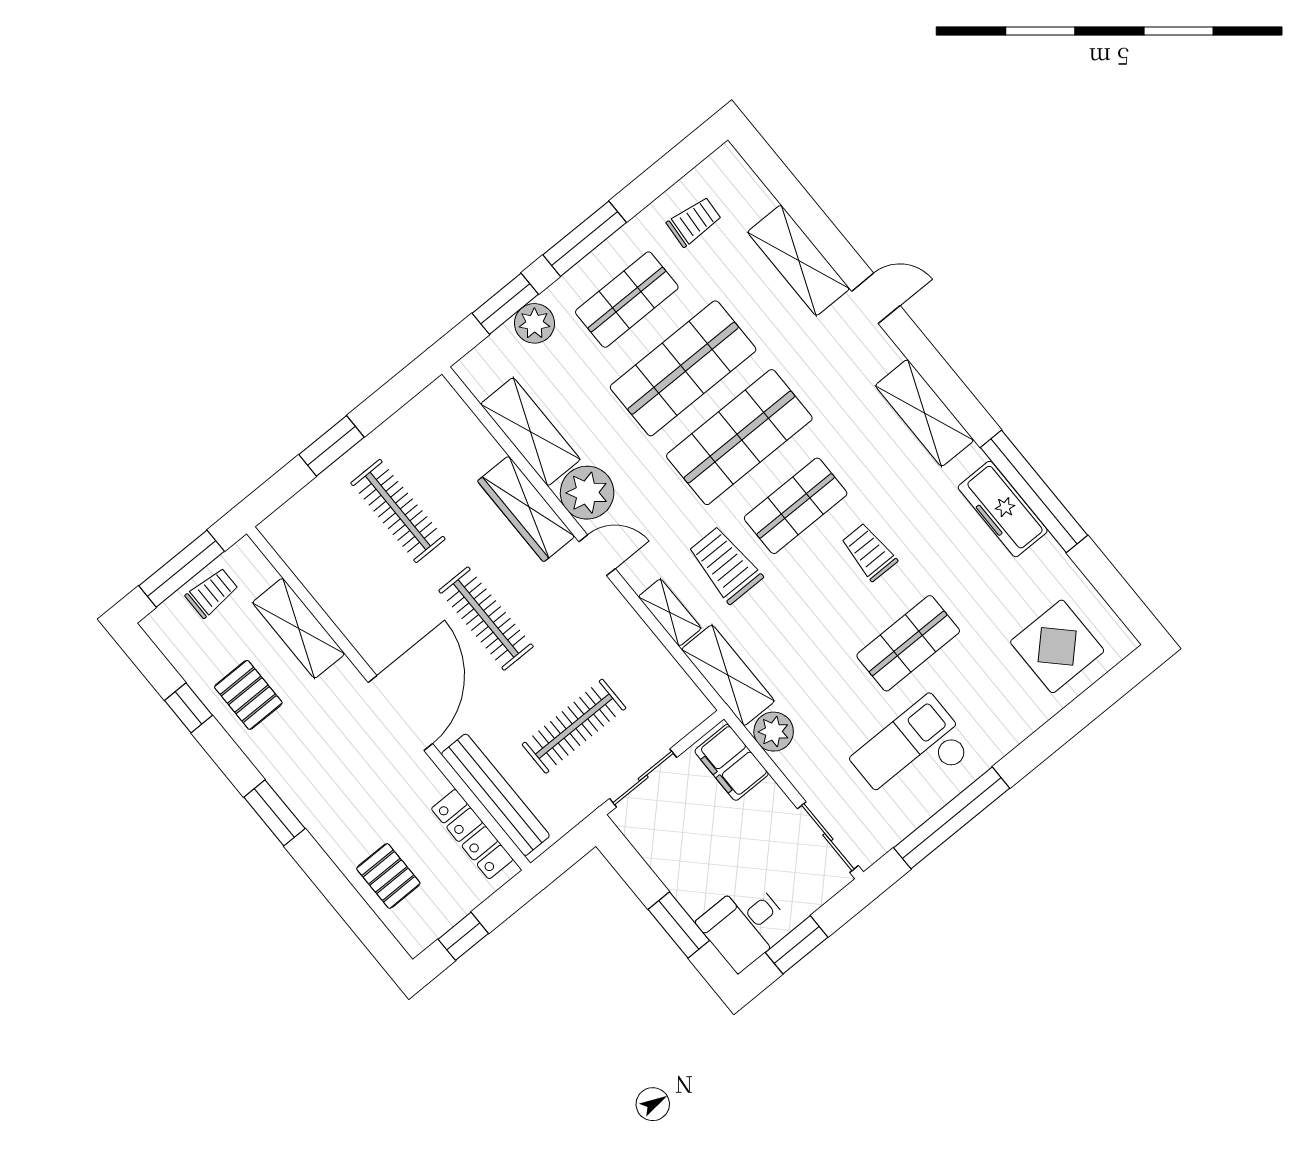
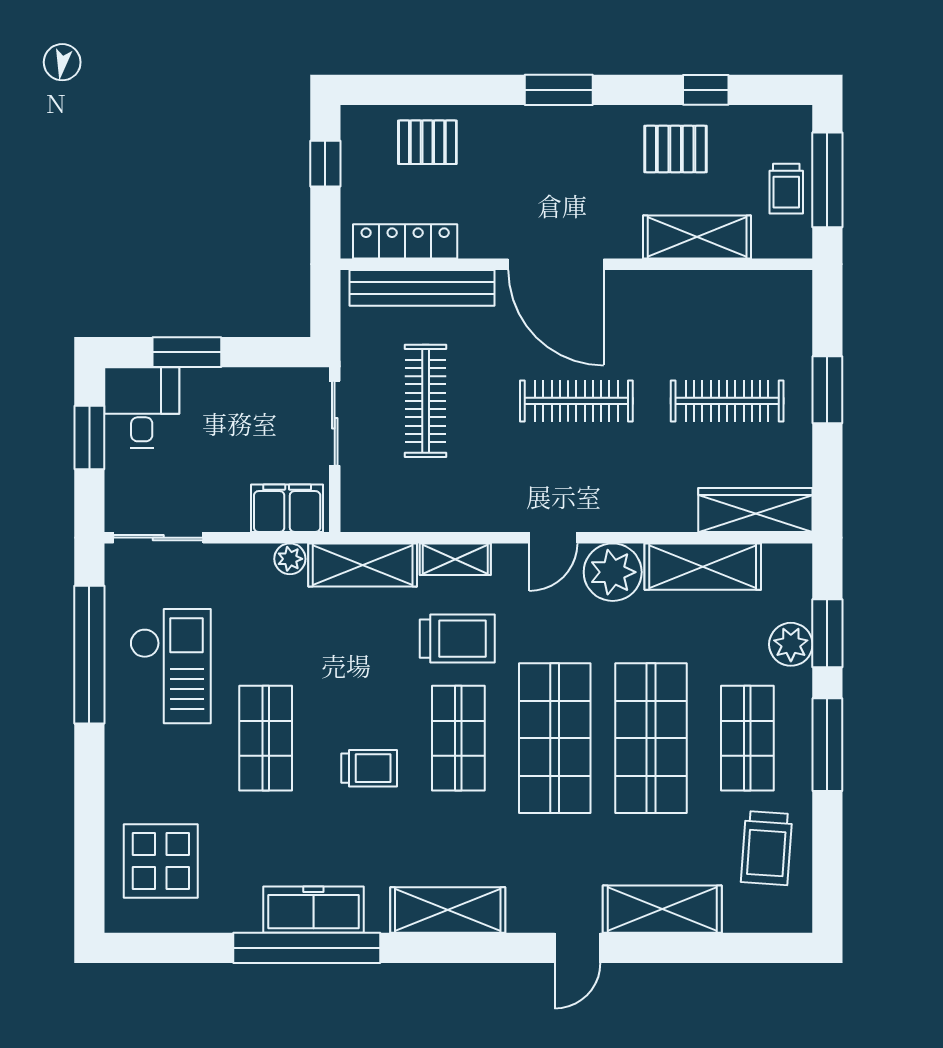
trolley: (694, 222) -> (767, 848), width x1.36, depth x1.39
wardrobe: (526, 509) -> (755, 510), moved
plant: (774, 732) -> (290, 559), width x0.73, depth x0.73

